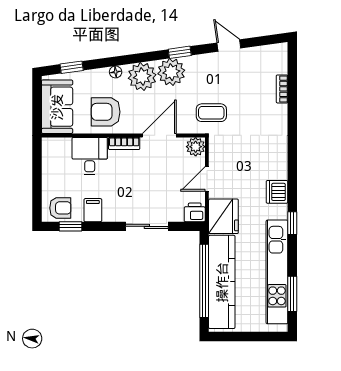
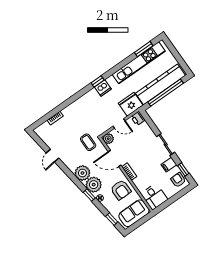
window: (180, 52) -> (89, 195), moved
desk: (90, 156) -> (154, 197), moved, turned -90
window: (292, 223) -> (98, 81), moved
sliding door: (147, 226) -> (166, 144), moved

